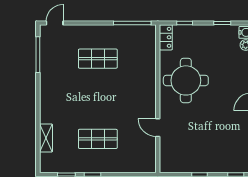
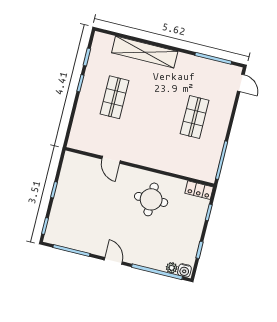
round table: (186, 80) -> (151, 199), width x0.73, depth x0.73
door: (158, 128) -> (111, 160), swing flipped
shelving: (46, 138) -> (145, 52), width x2.20, depth x1.33

